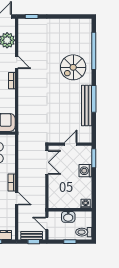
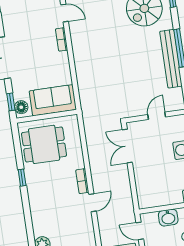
double door: (47, 162) -> (127, 146), swing flipped
door: (17, 199) -> (92, 203), hinge flipped

